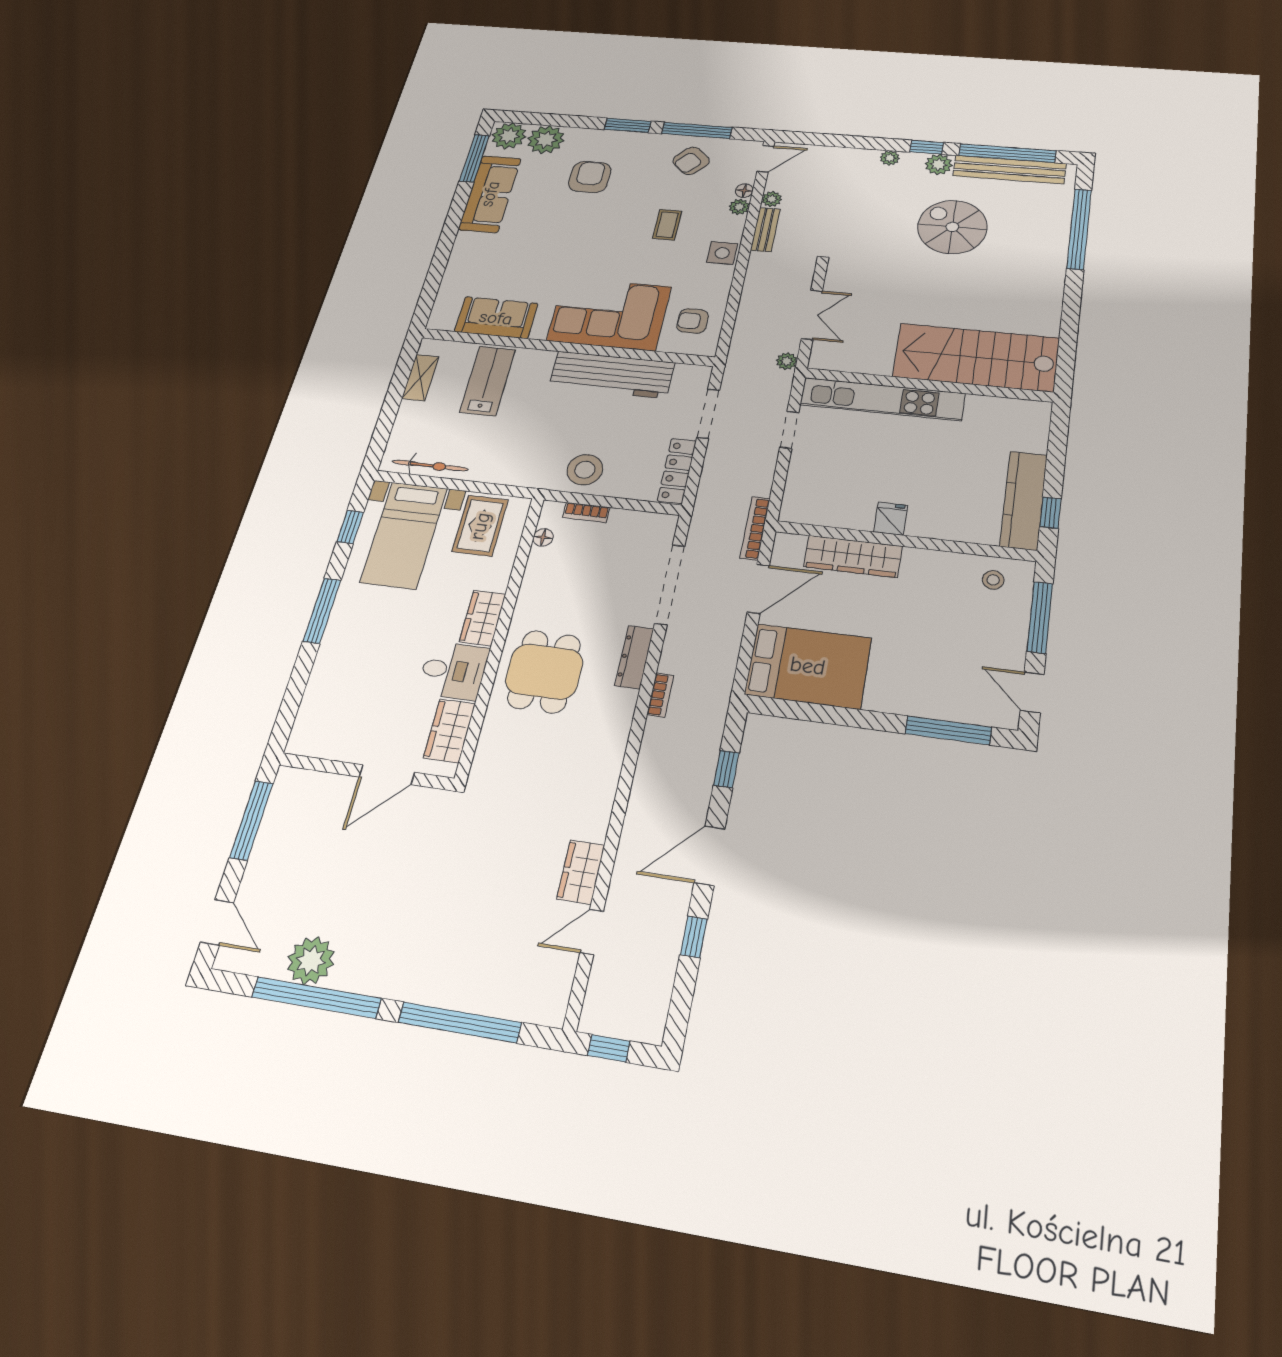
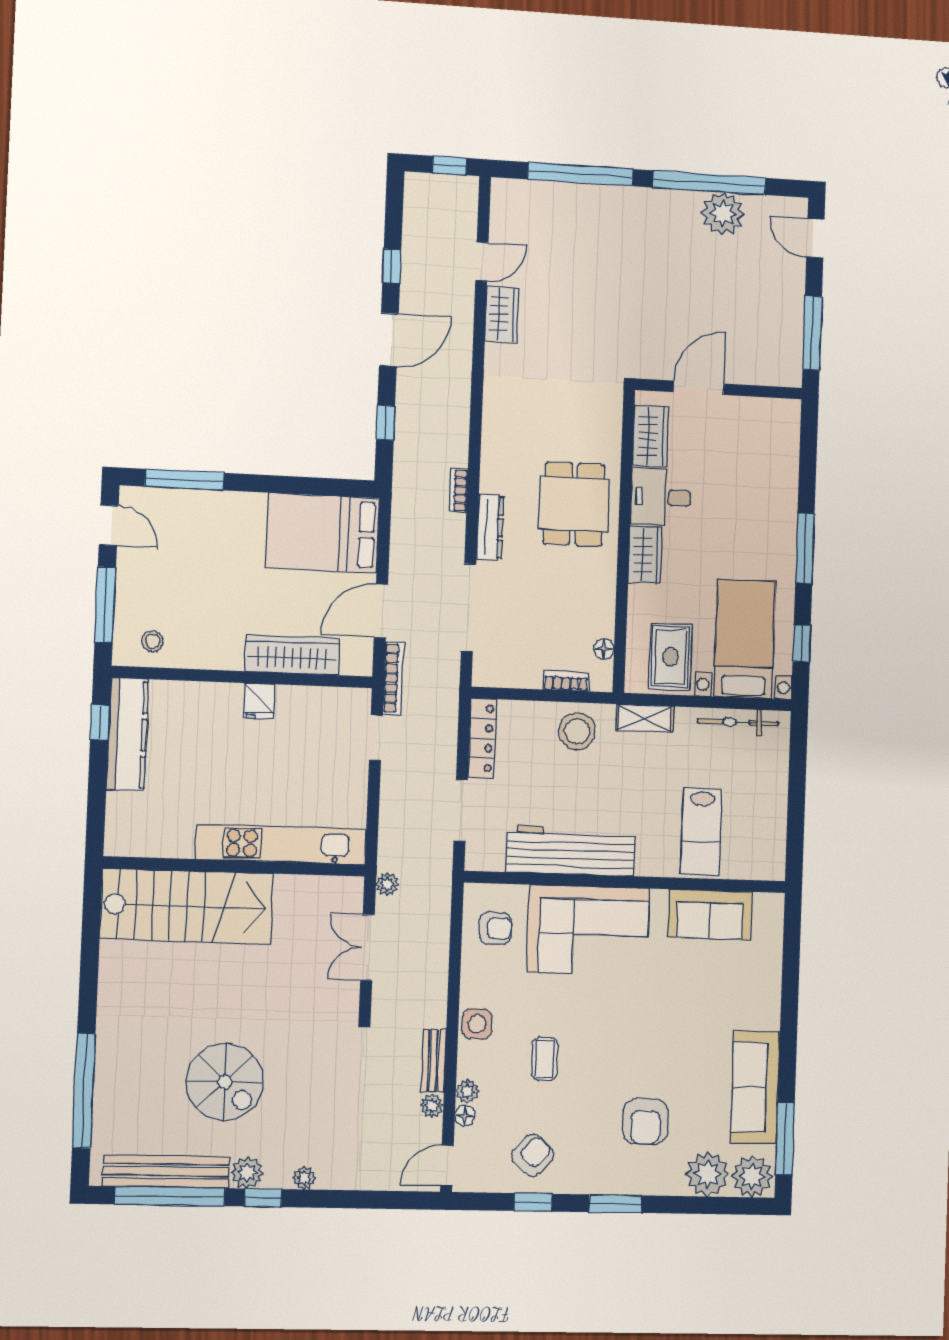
window: (697, 130) -> (533, 1202), width x0.46
shelving: (420, 378) -> (645, 718), moved, turned 90
doorway: (789, 430) -> (376, 738), moved

